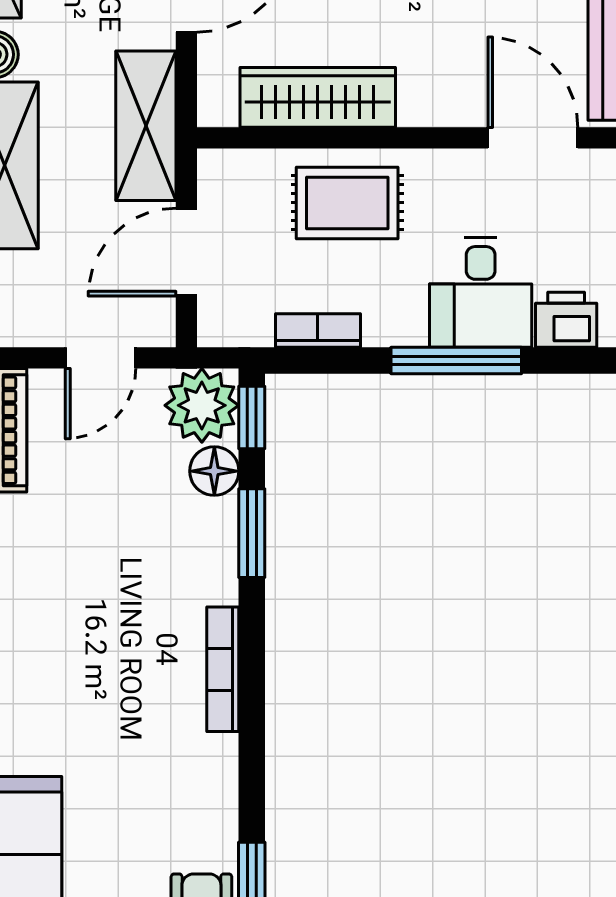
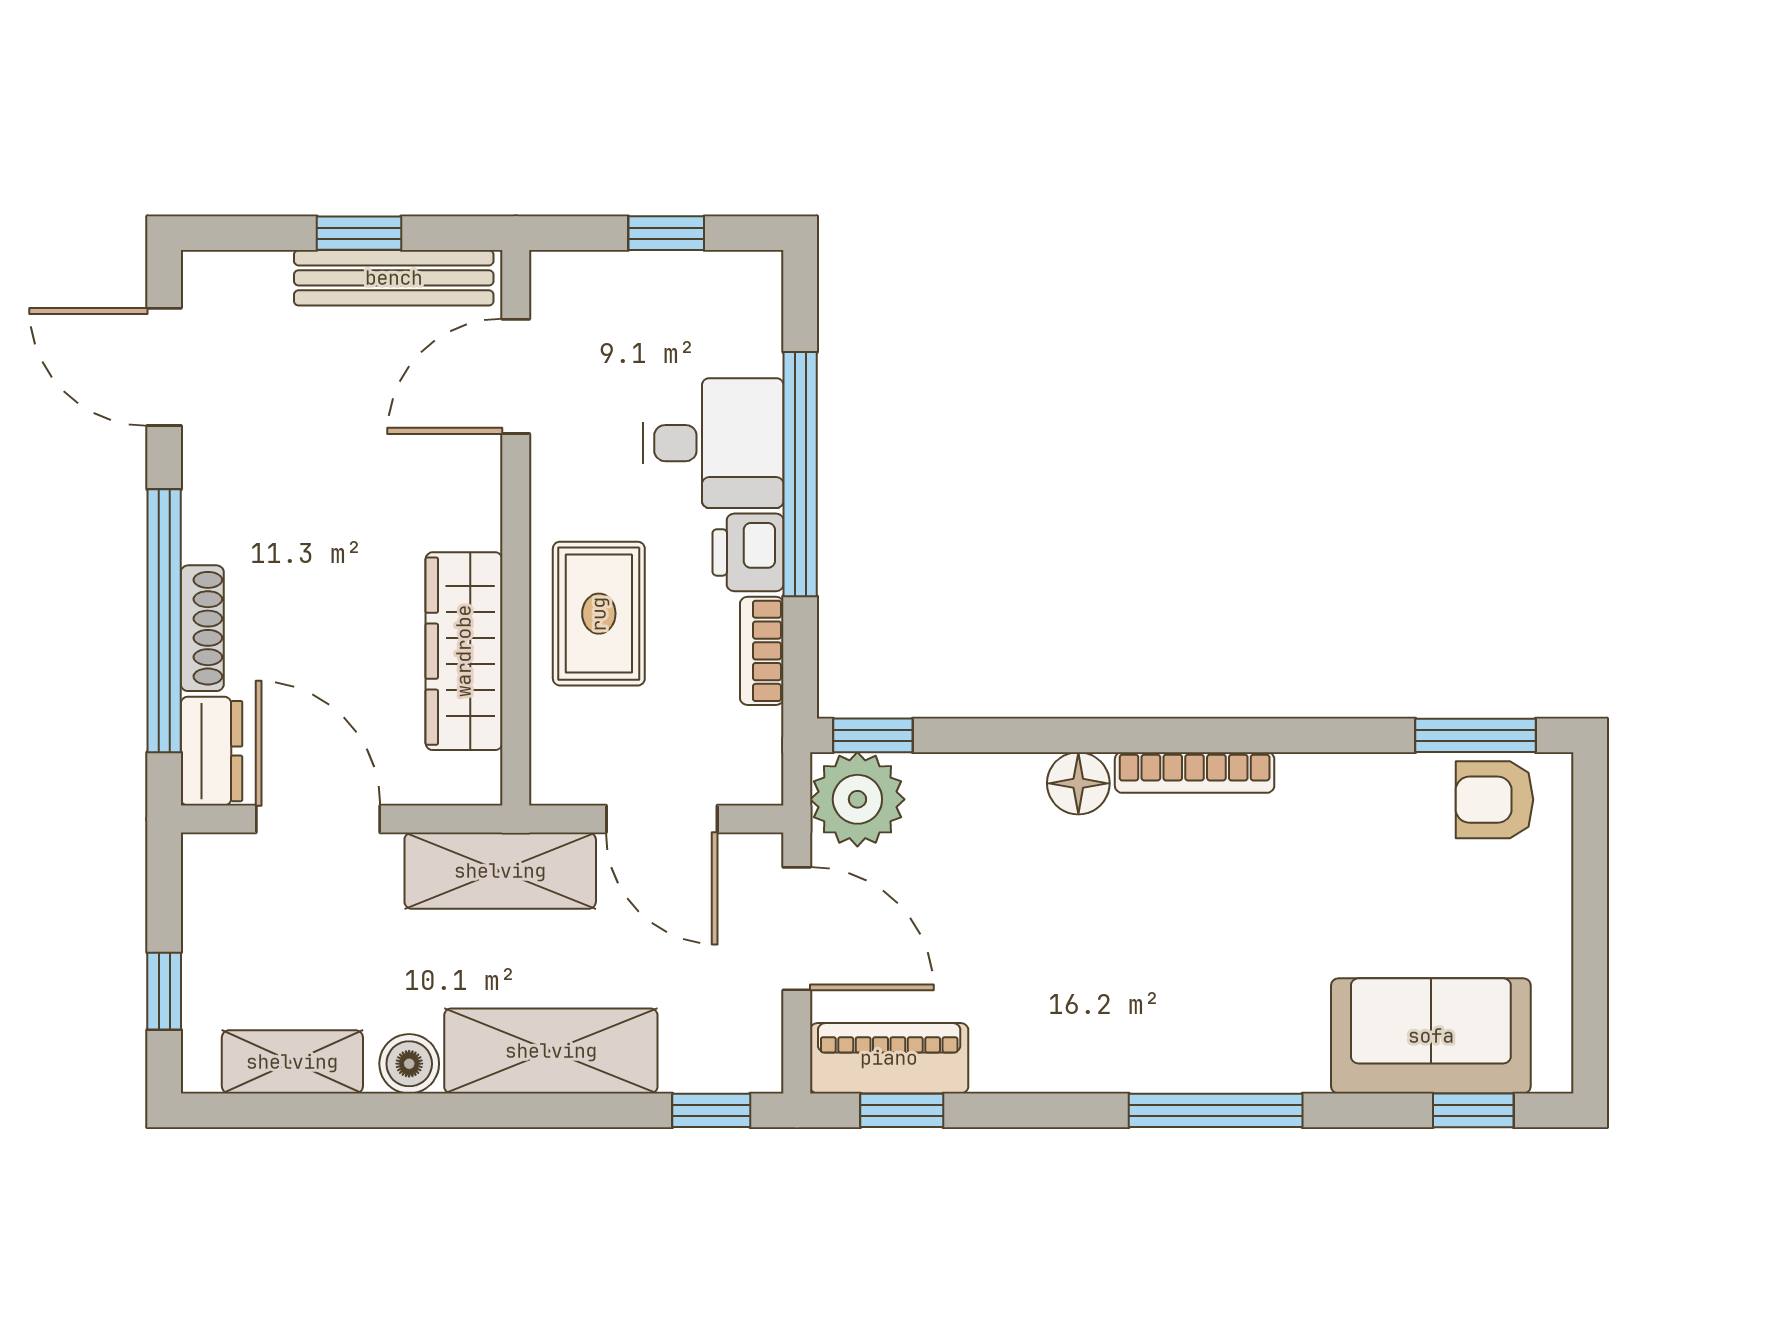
printer: (566, 320) -> (748, 552), moved
door: (100, 358) -> (797, 929), width x1.38
window: (456, 361) -> (800, 474), width x1.46
floor lamp: (214, 471) -> (1078, 783), moved
window: (252, 533) -> (1020, 735), removed

